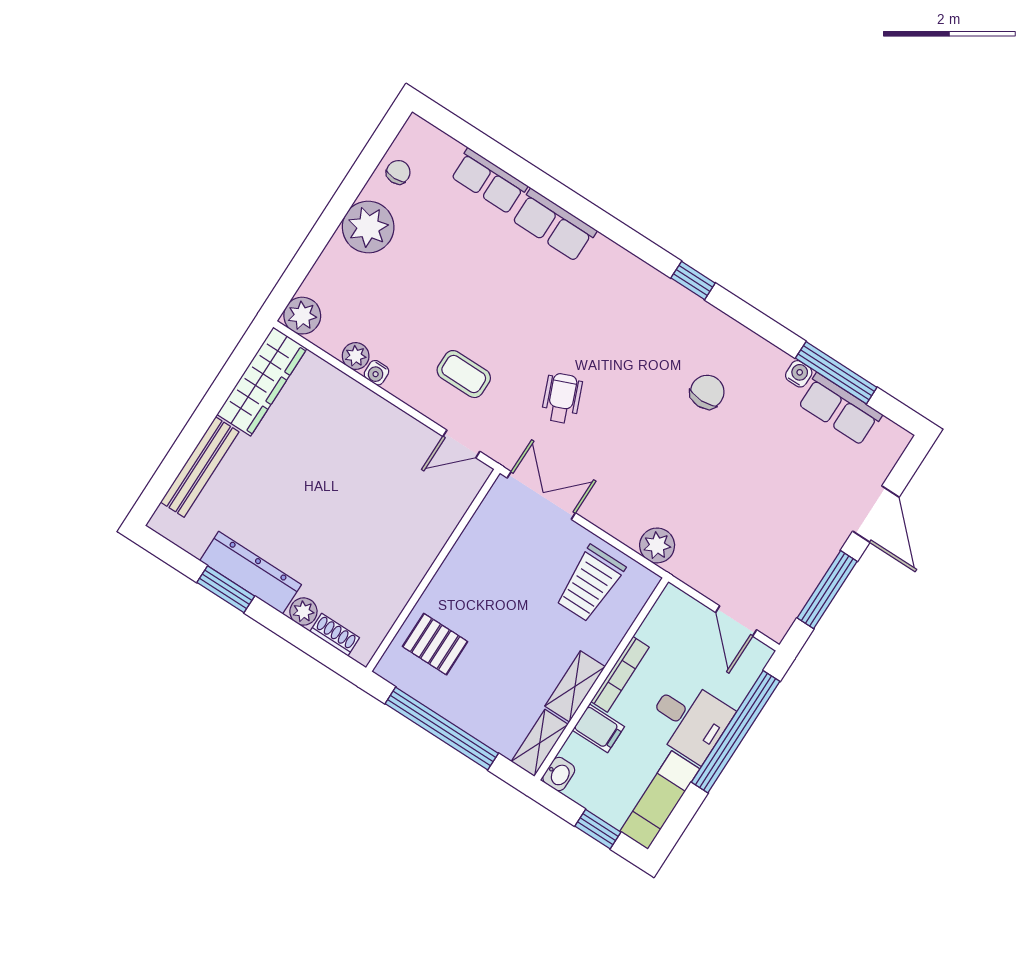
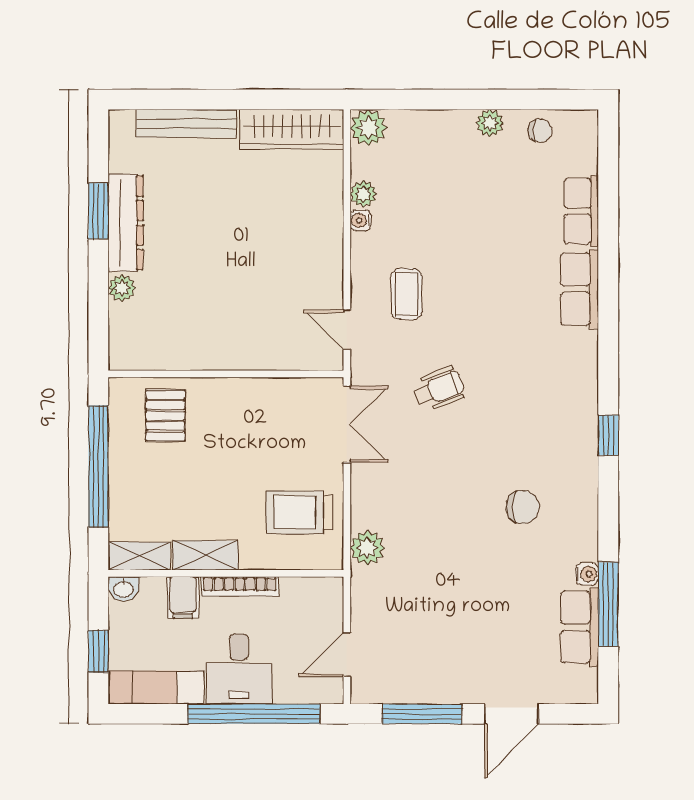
plant: (368, 227) -> (490, 123), width x0.53, depth x0.53
shoe rack: (335, 635) -> (119, 327), removed

